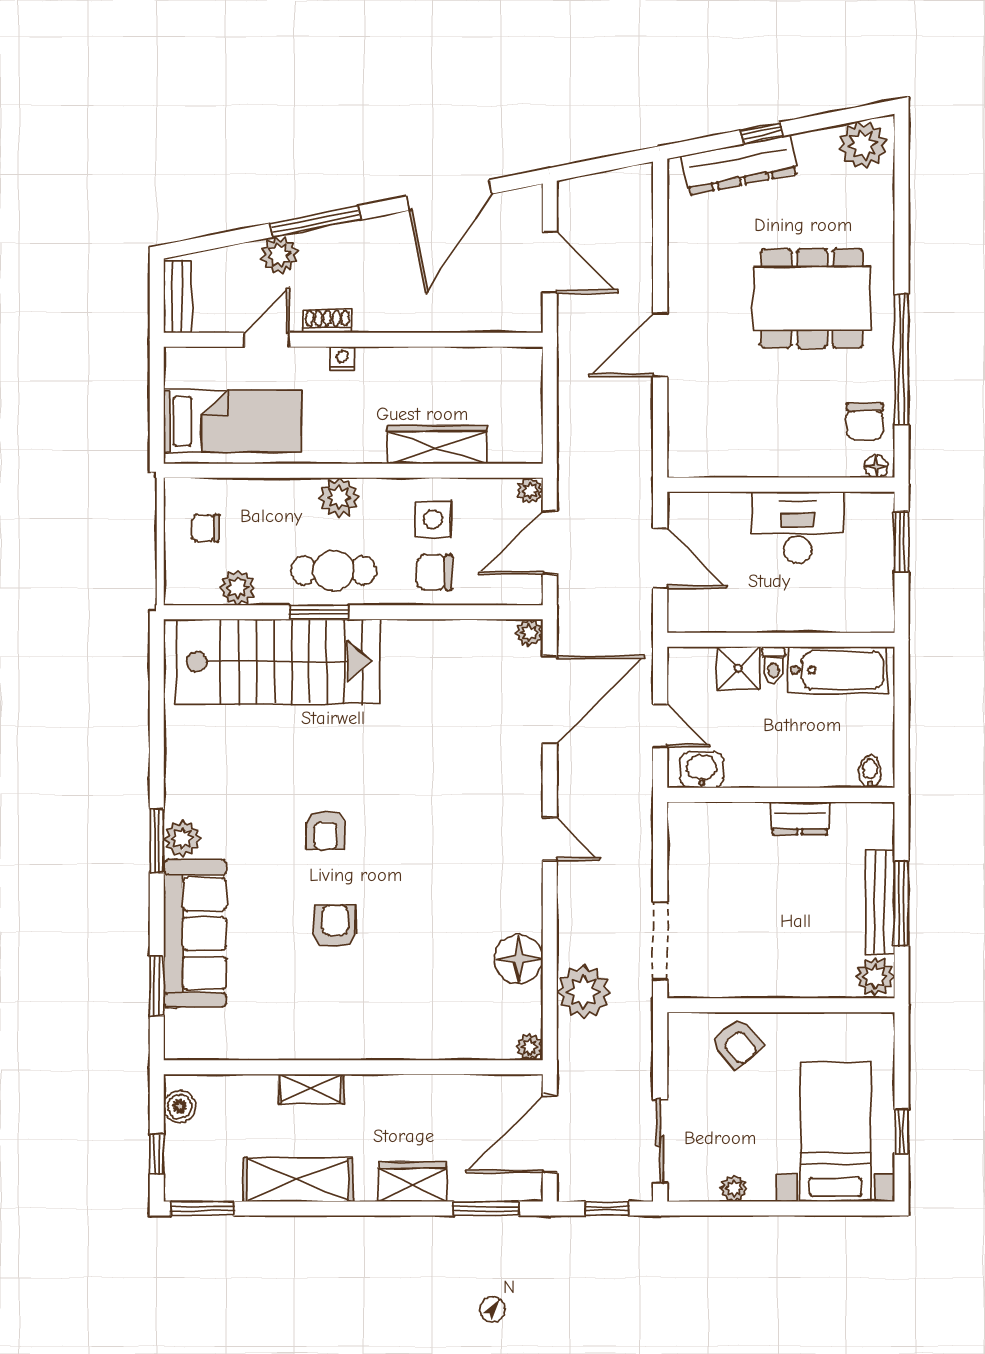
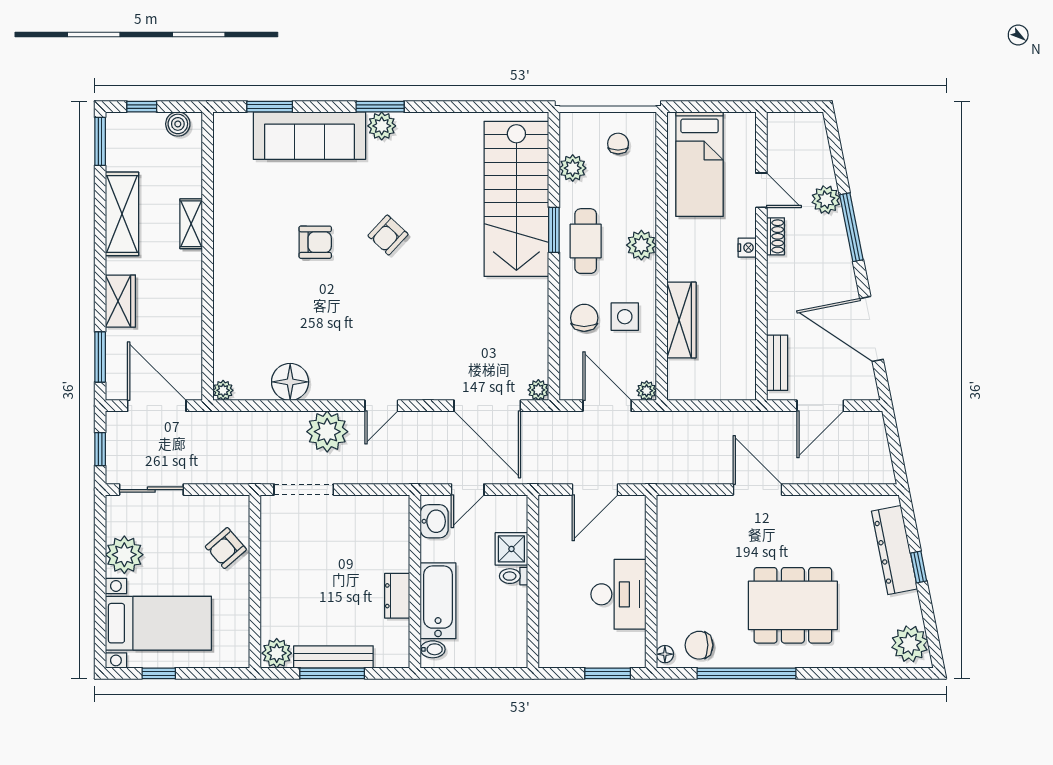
bench: (178, 296) -> (777, 363), moved, turned 90
dining table: (812, 298) -> (793, 605), turned 90
bathtub: (838, 670) -> (438, 601), moved, turned 180
armchair: (326, 830) -> (388, 235), turned -47
plant: (584, 992) -> (327, 432), moved
plant: (734, 1188) -> (124, 555), width x1.88, depth x1.88

